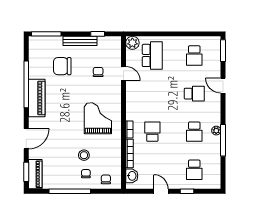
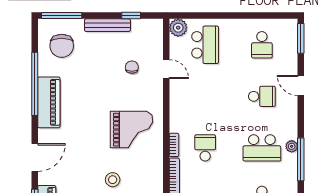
chair: (62, 66) -> (62, 46), moved, turned -90
grand piano: (98, 118) -> (131, 130), turned 90
school desk: (194, 132) -> (262, 148), width x1.85

